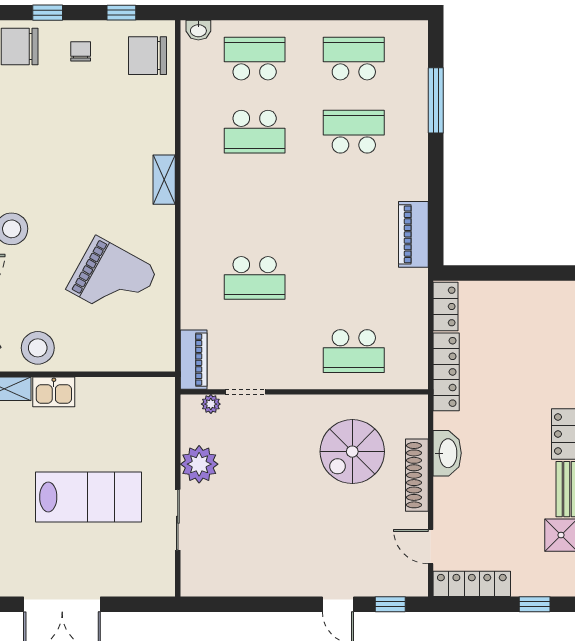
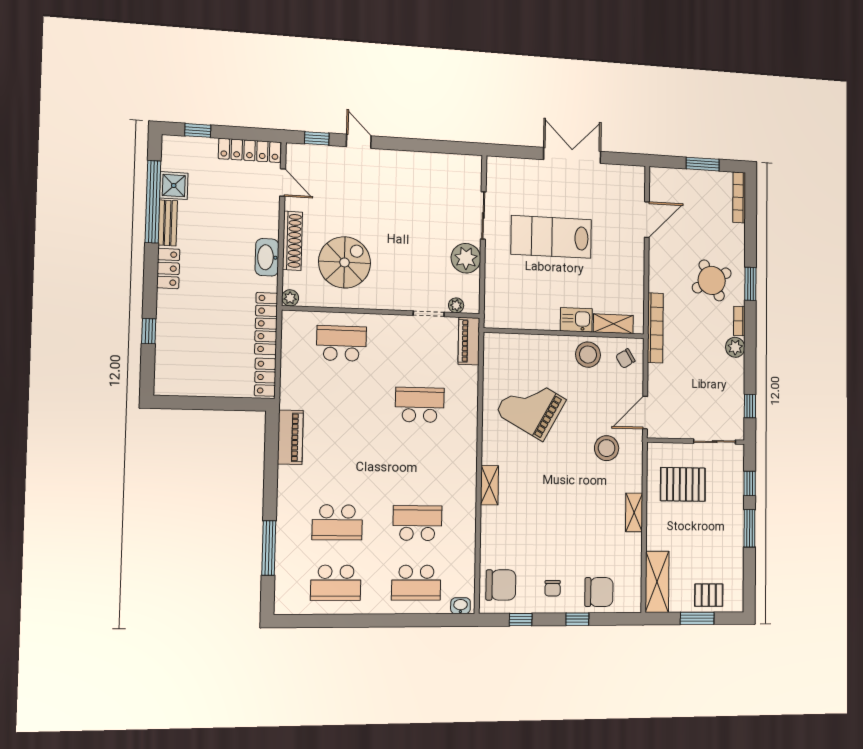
plant: (418, 405) -> (290, 298), added

